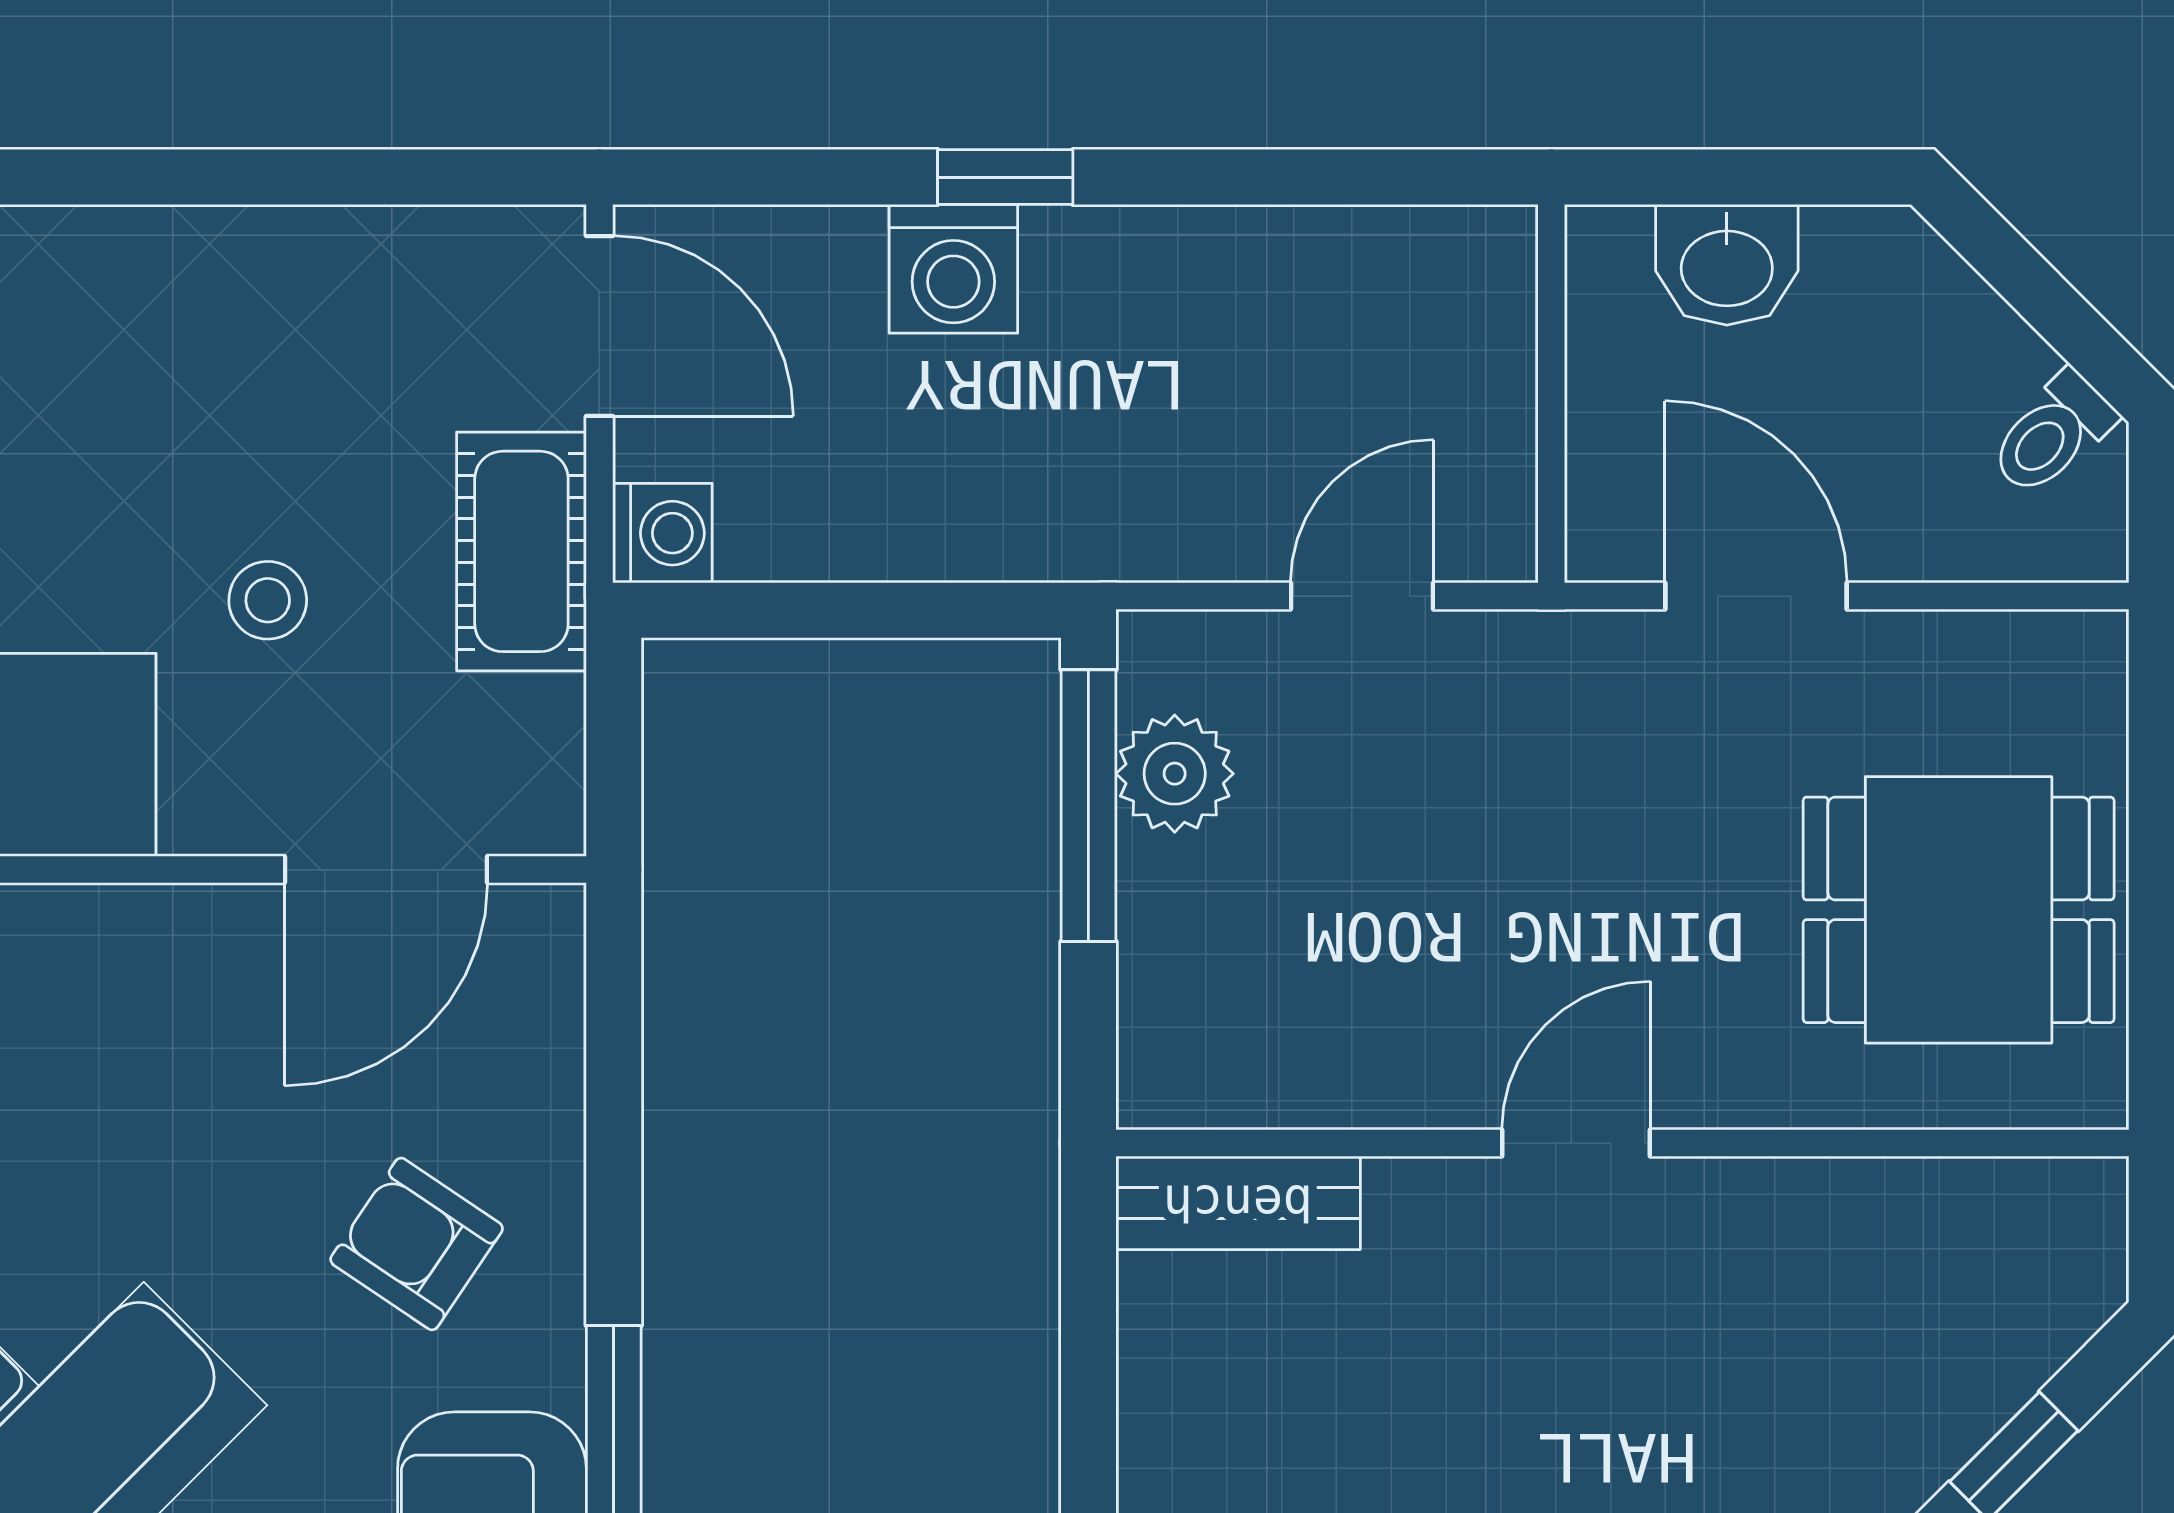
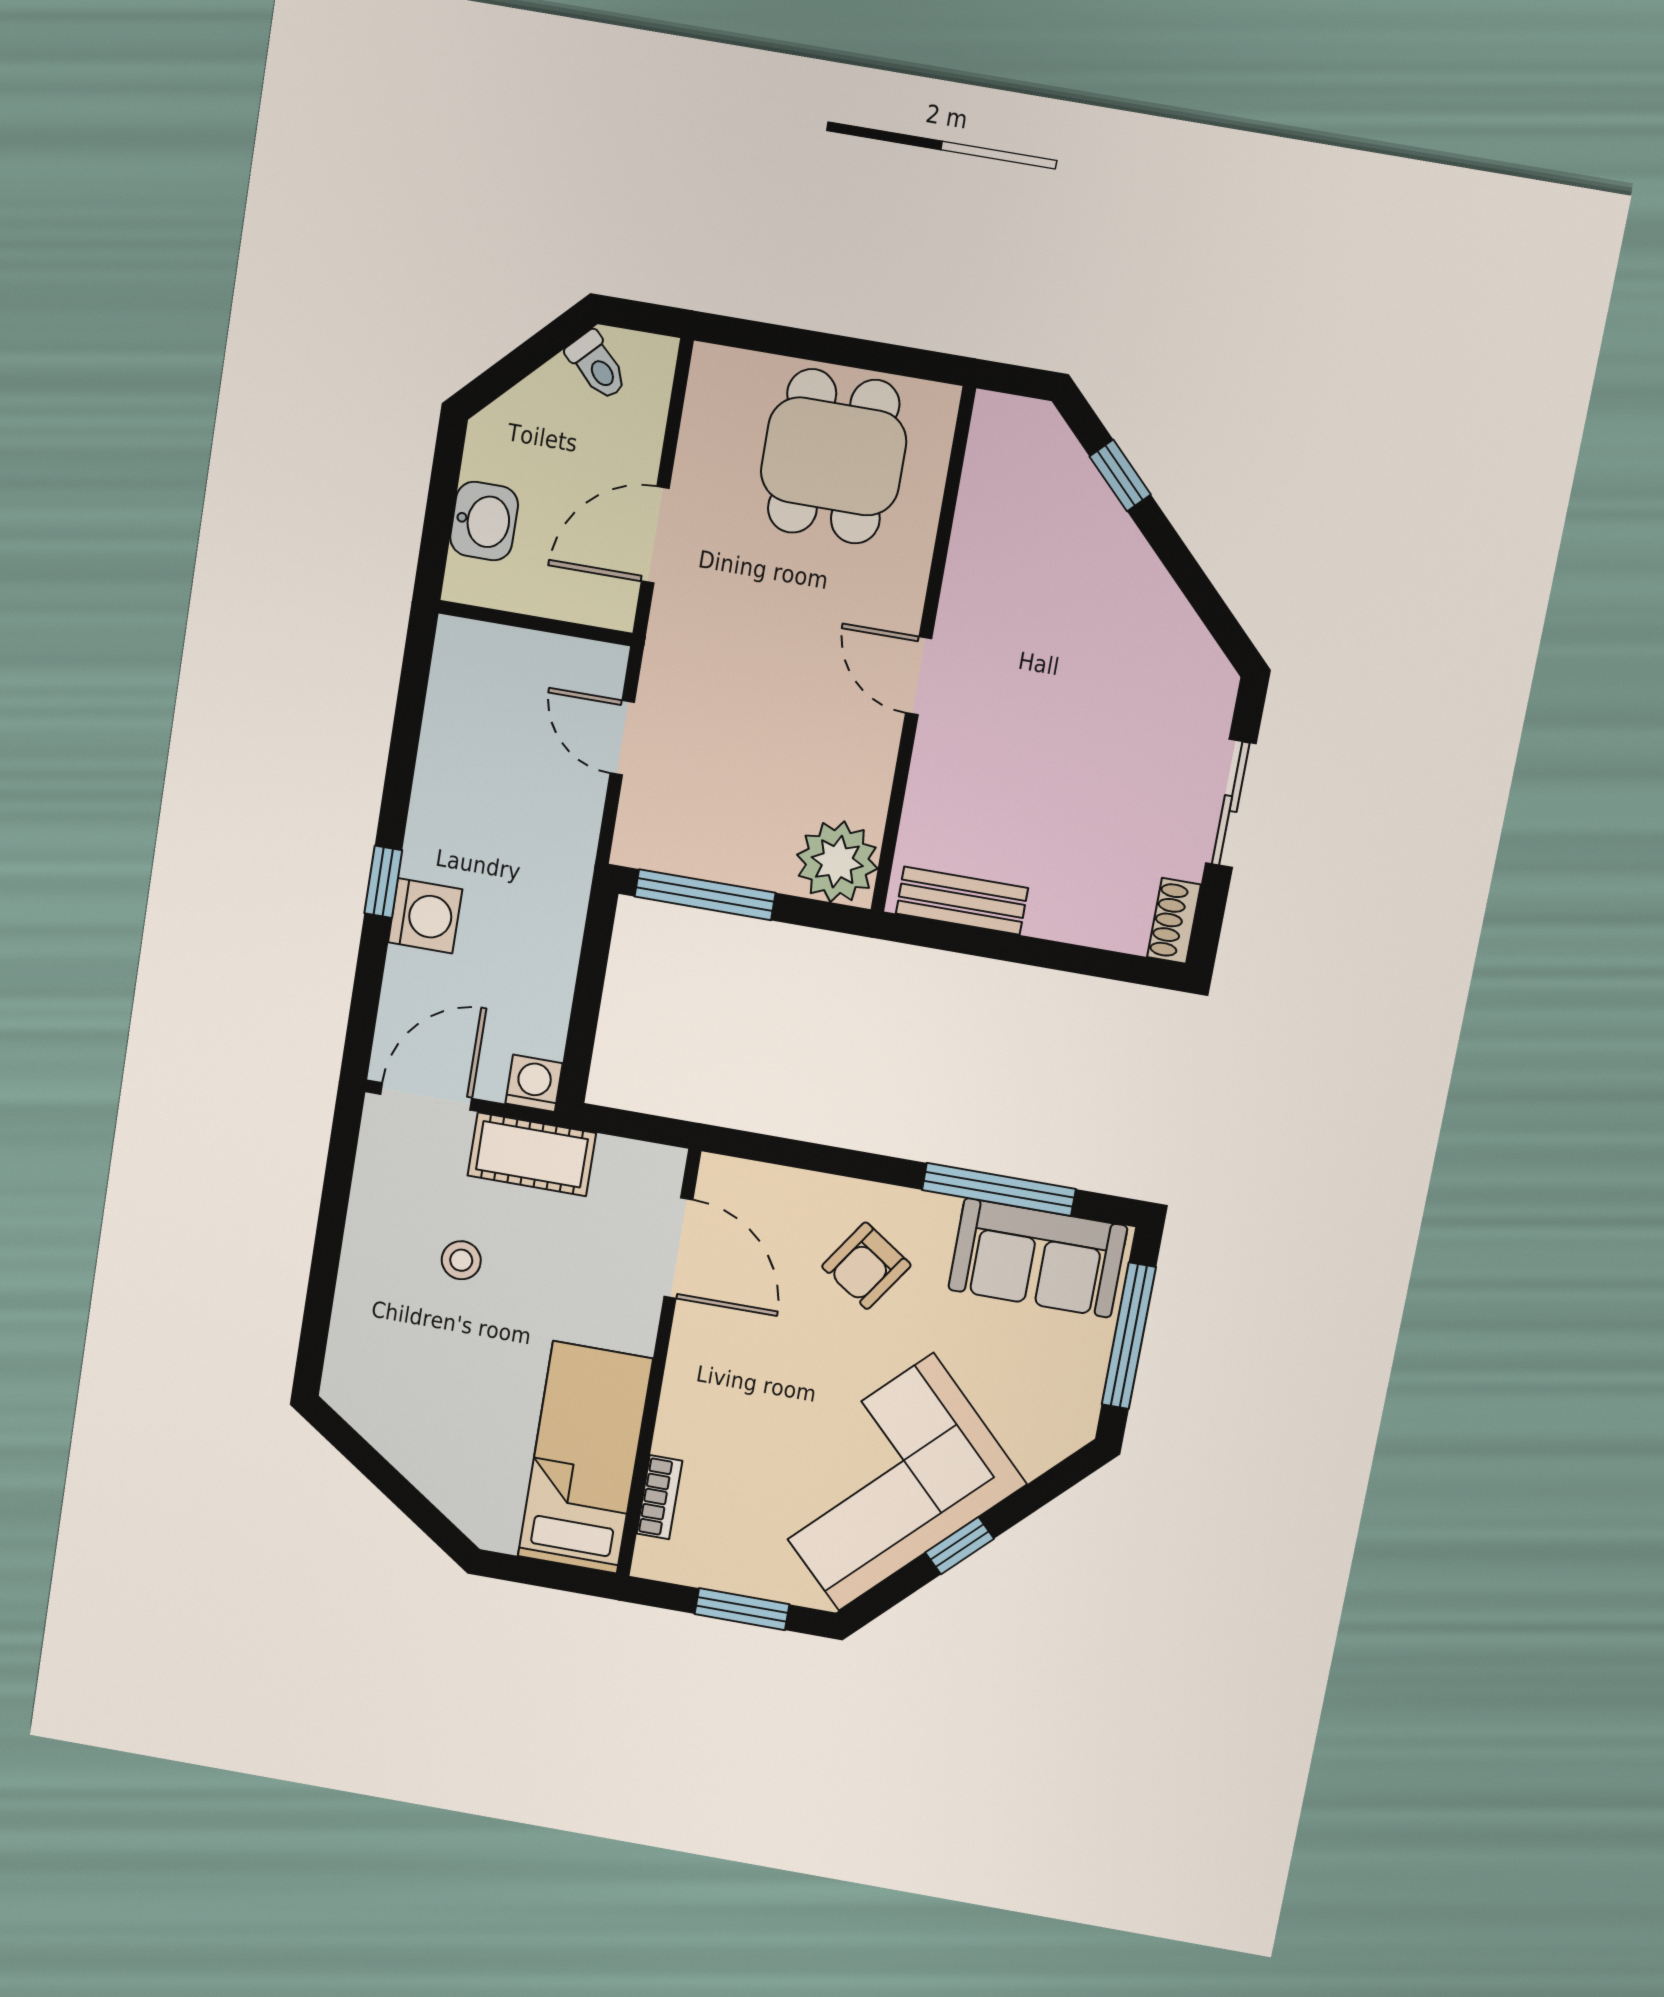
stool: (268, 600) -> (461, 1260), moved
plant: (1175, 774) -> (837, 862), moved, width x1.36, depth x1.36
bench: (1238, 1203) -> (962, 901), moved, turned 90

